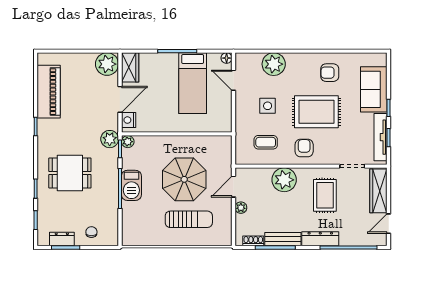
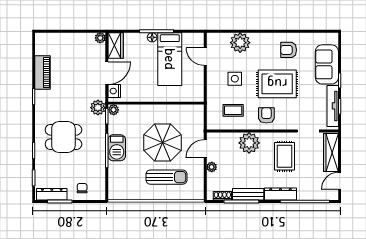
floor lamp: (227, 58) -> (152, 37), moved
plant: (107, 64) -> (100, 38), width x0.53, depth x0.53
piano: (49, 92) -> (43, 73), width x0.73, depth x0.75
dresser: (62, 239) -> (52, 194), width x1.44

